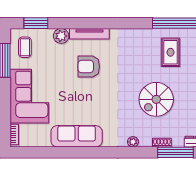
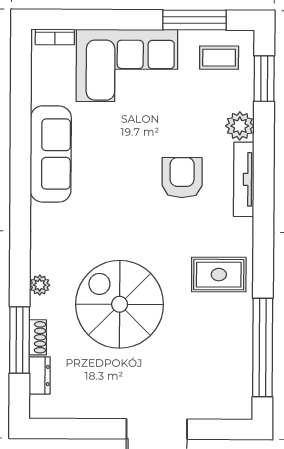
rug: (171, 52) -> (219, 275), moved
spiral stairs: (156, 99) -> (120, 304), width x1.37, depth x1.37
plant: (133, 142) -> (40, 285), moved
shoe rack: (162, 143) -> (38, 337), moved

